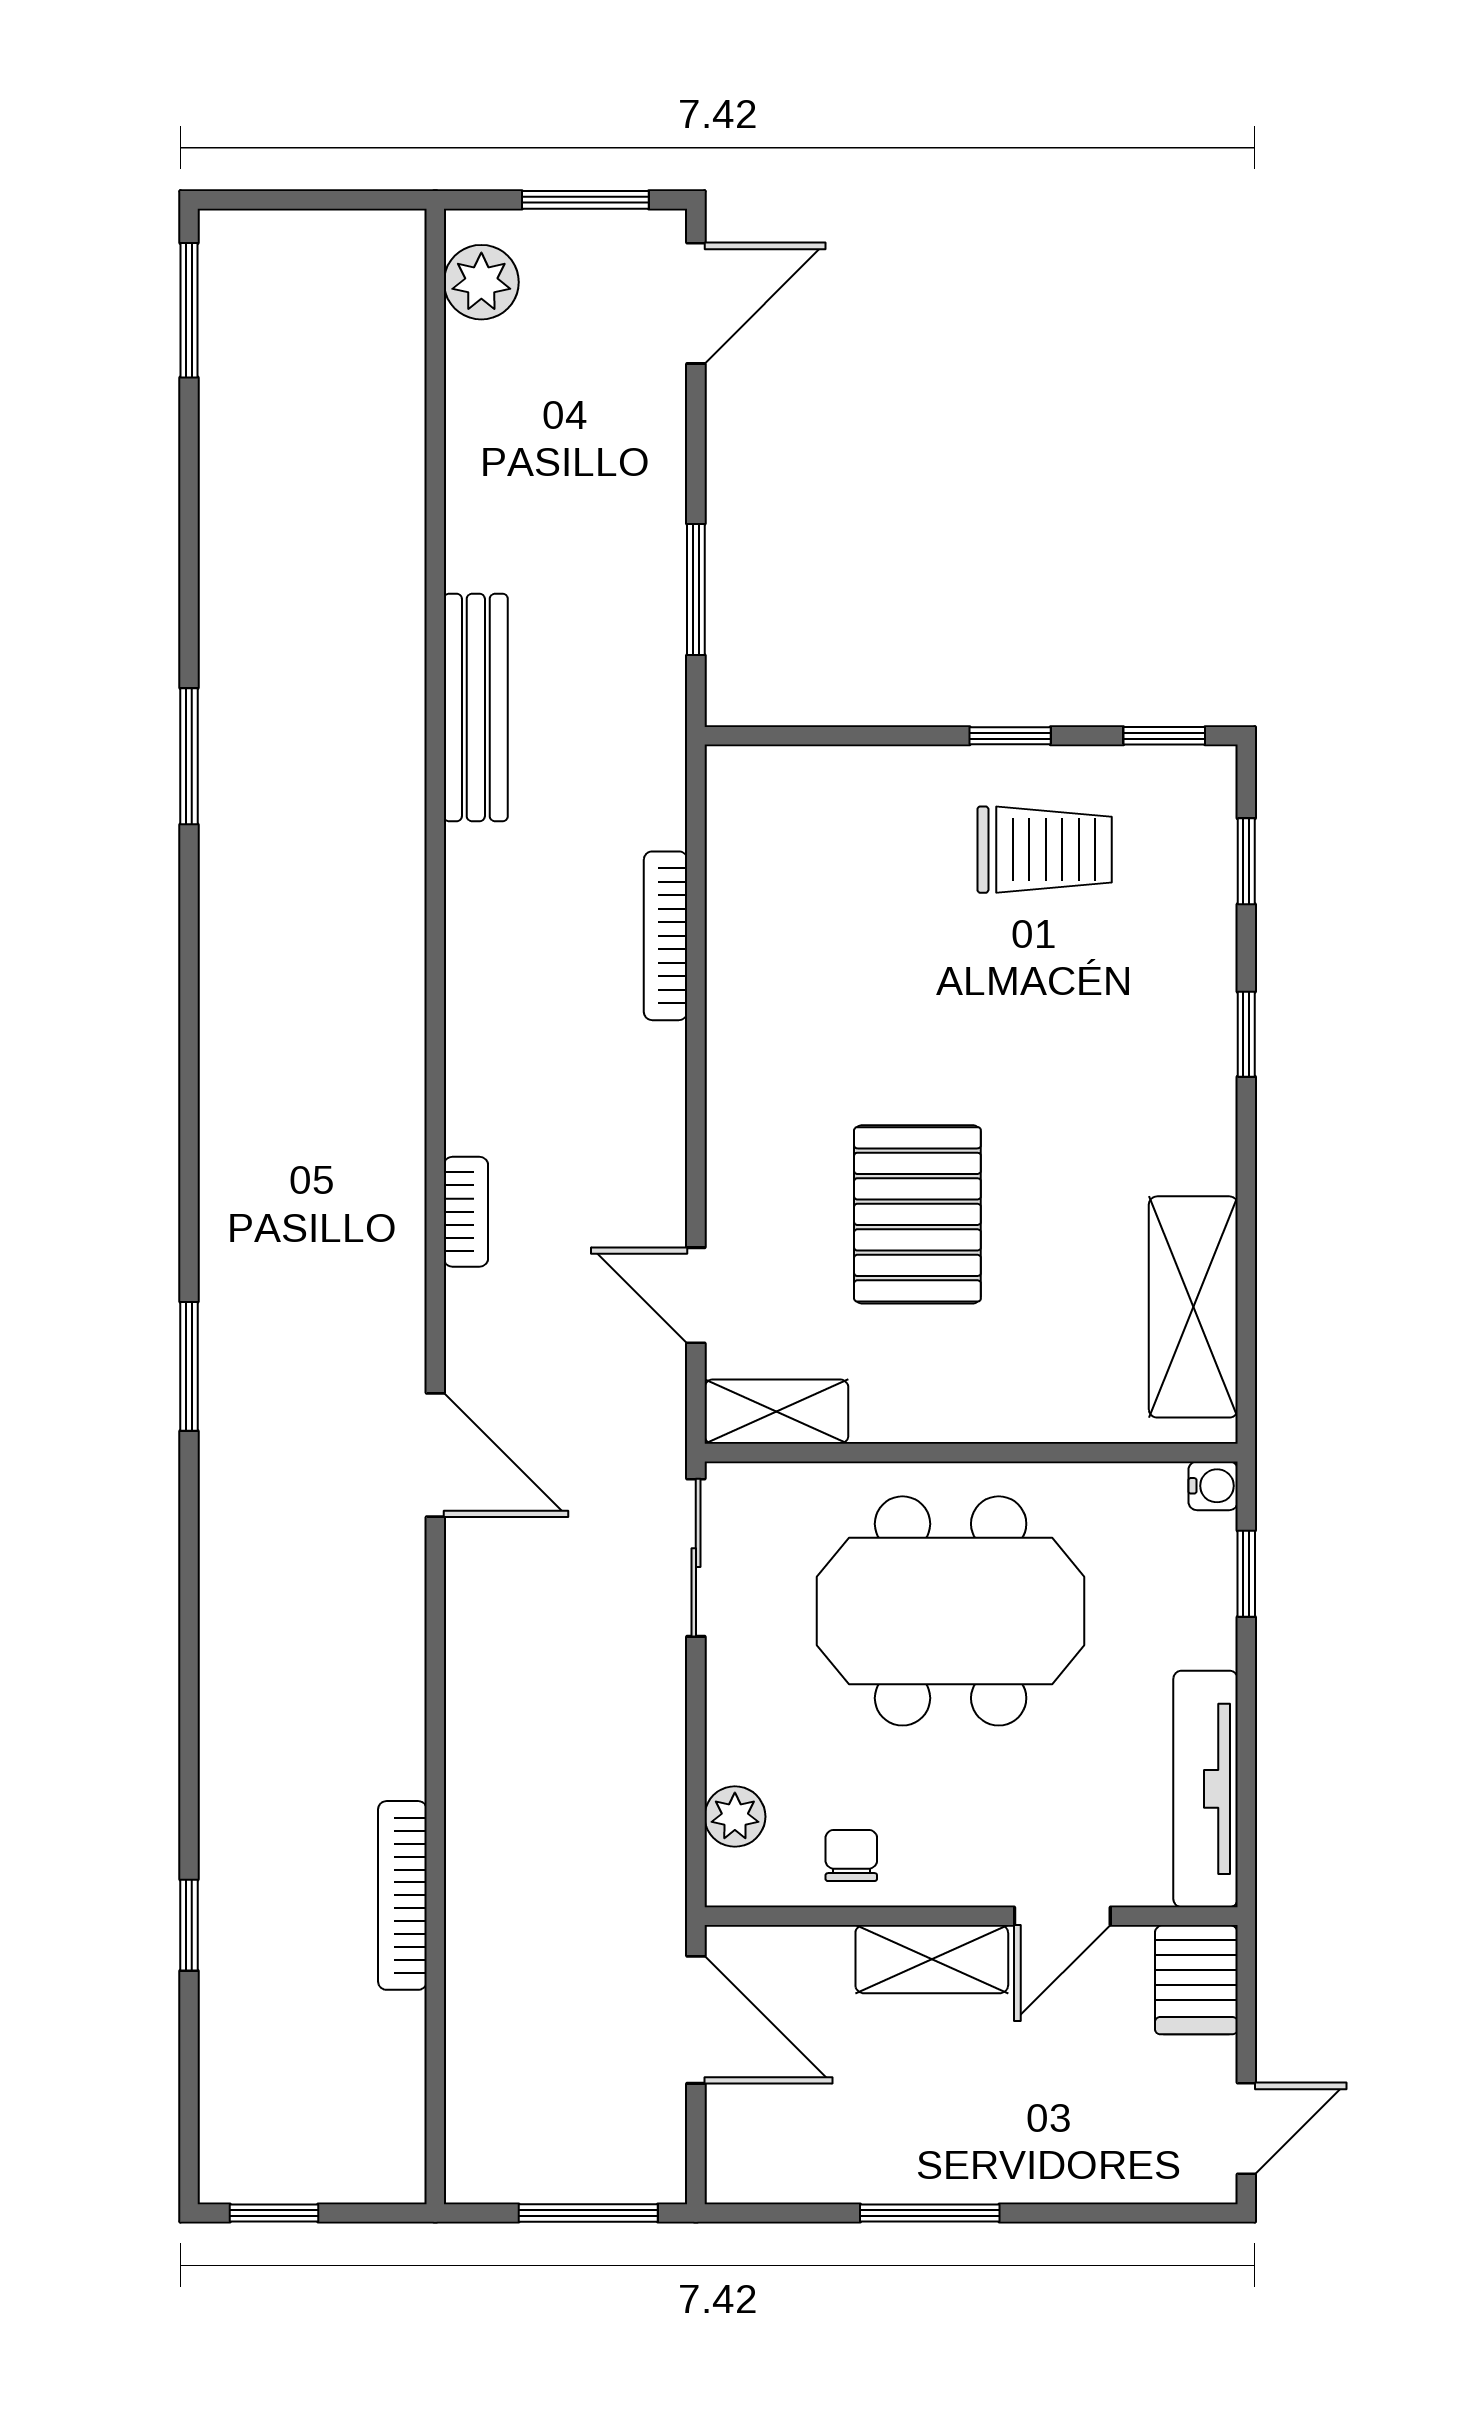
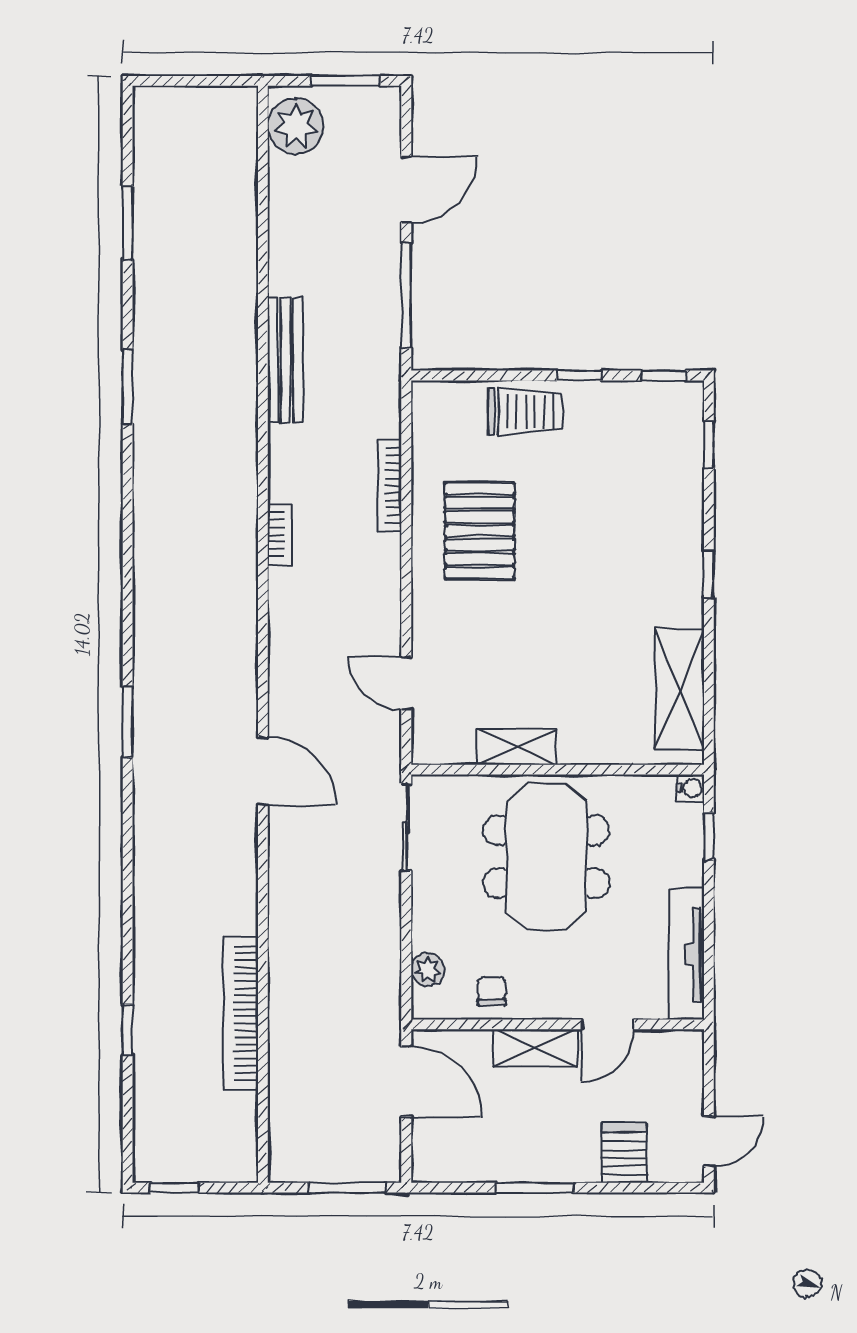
plant: (481, 282) -> (296, 126), width x1.36, depth x1.36
door: (696, 303) -> (406, 189), moved
window: (189, 310) -> (128, 223), moved
window: (696, 590) -> (406, 295), width x1.44
trolley: (1045, 850) -> (525, 412), moved
window: (1246, 1034) -> (709, 574), moved
bookcase: (466, 1212) -> (280, 534), moved
pallet: (917, 1214) -> (480, 531), moved
shelving: (776, 1412) -> (517, 747), moved
meeting table: (951, 1611) -> (546, 857), turned 90
bookcase: (402, 1895) -> (241, 1013), width x1.48, depth x1.31
server rack: (1196, 1980) -> (624, 1153), moved, turned 180

